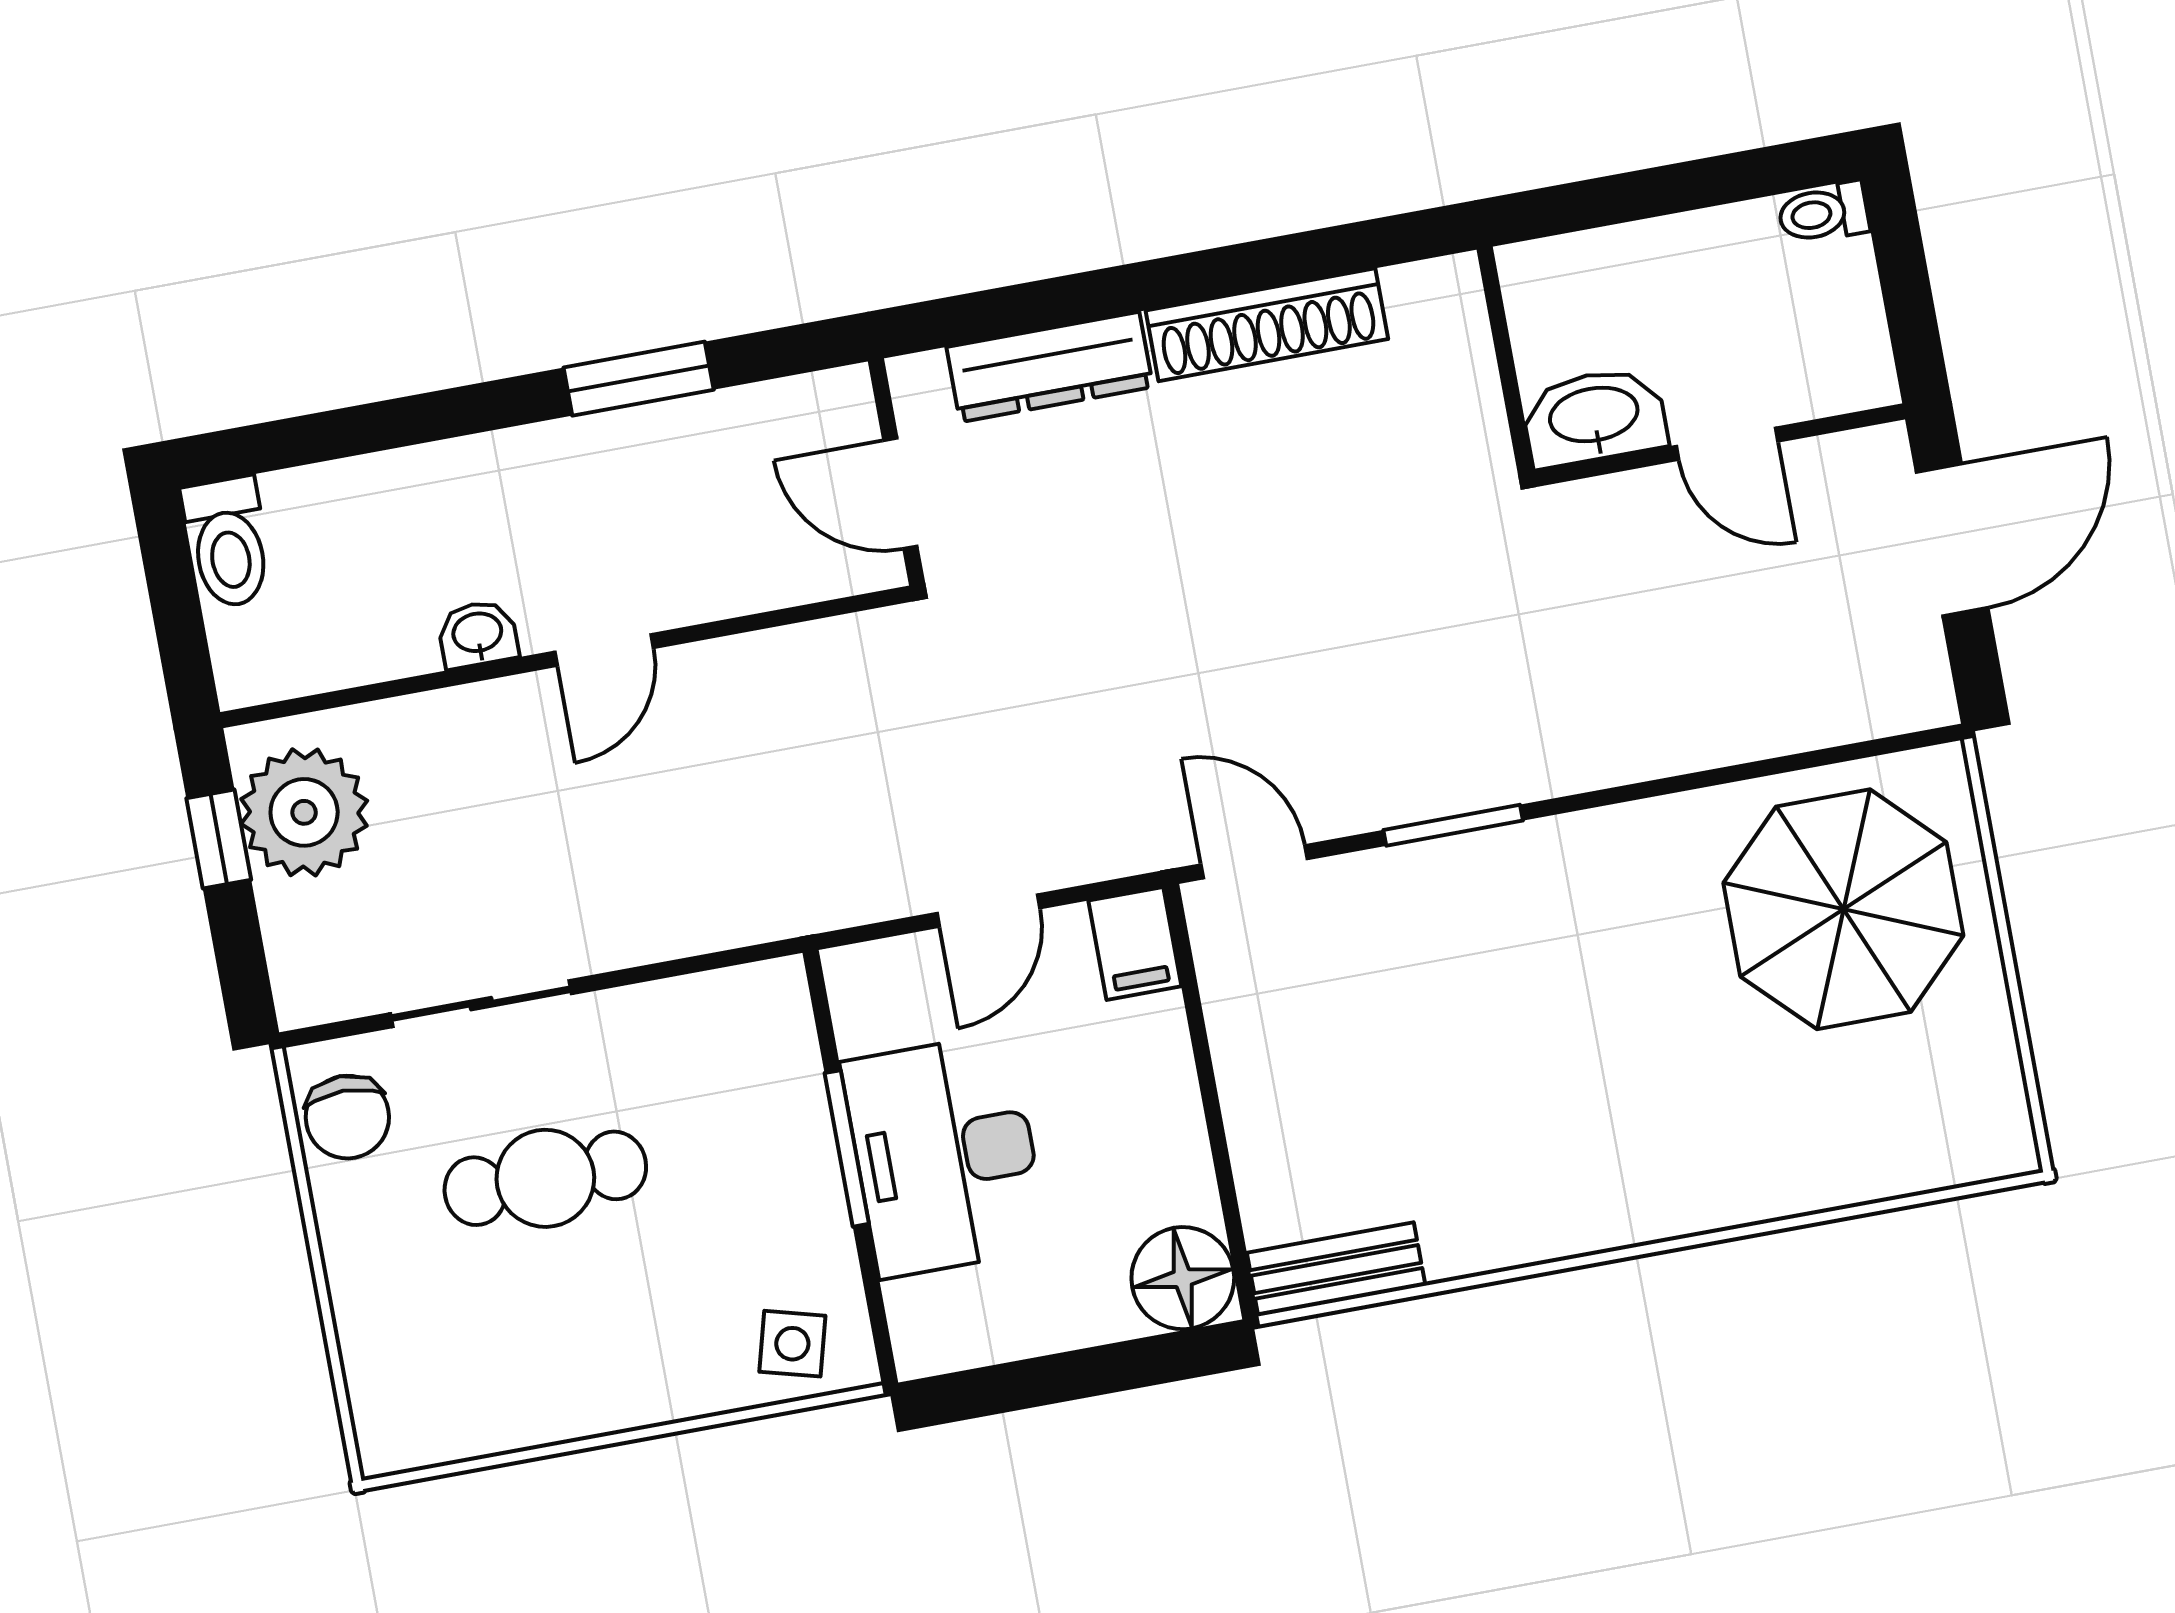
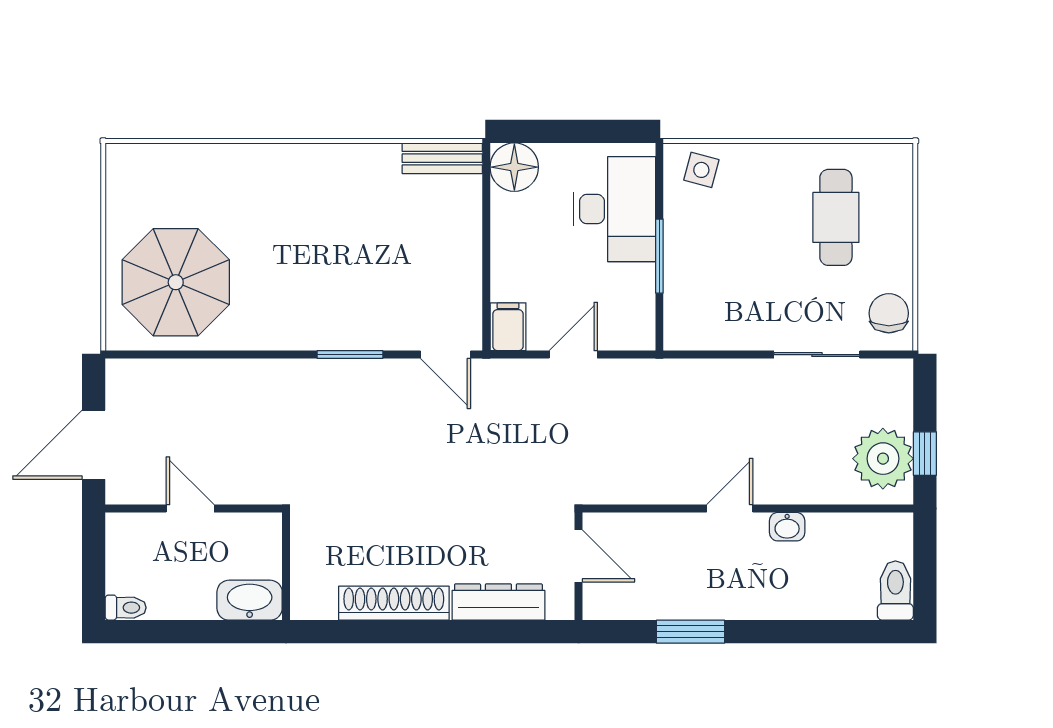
washbasin: (1594, 417) -> (250, 600), moved, turned 180
desk: (945, 1155) -> (614, 209), moved
cafe table: (545, 1178) -> (836, 217), moved, turned 90

